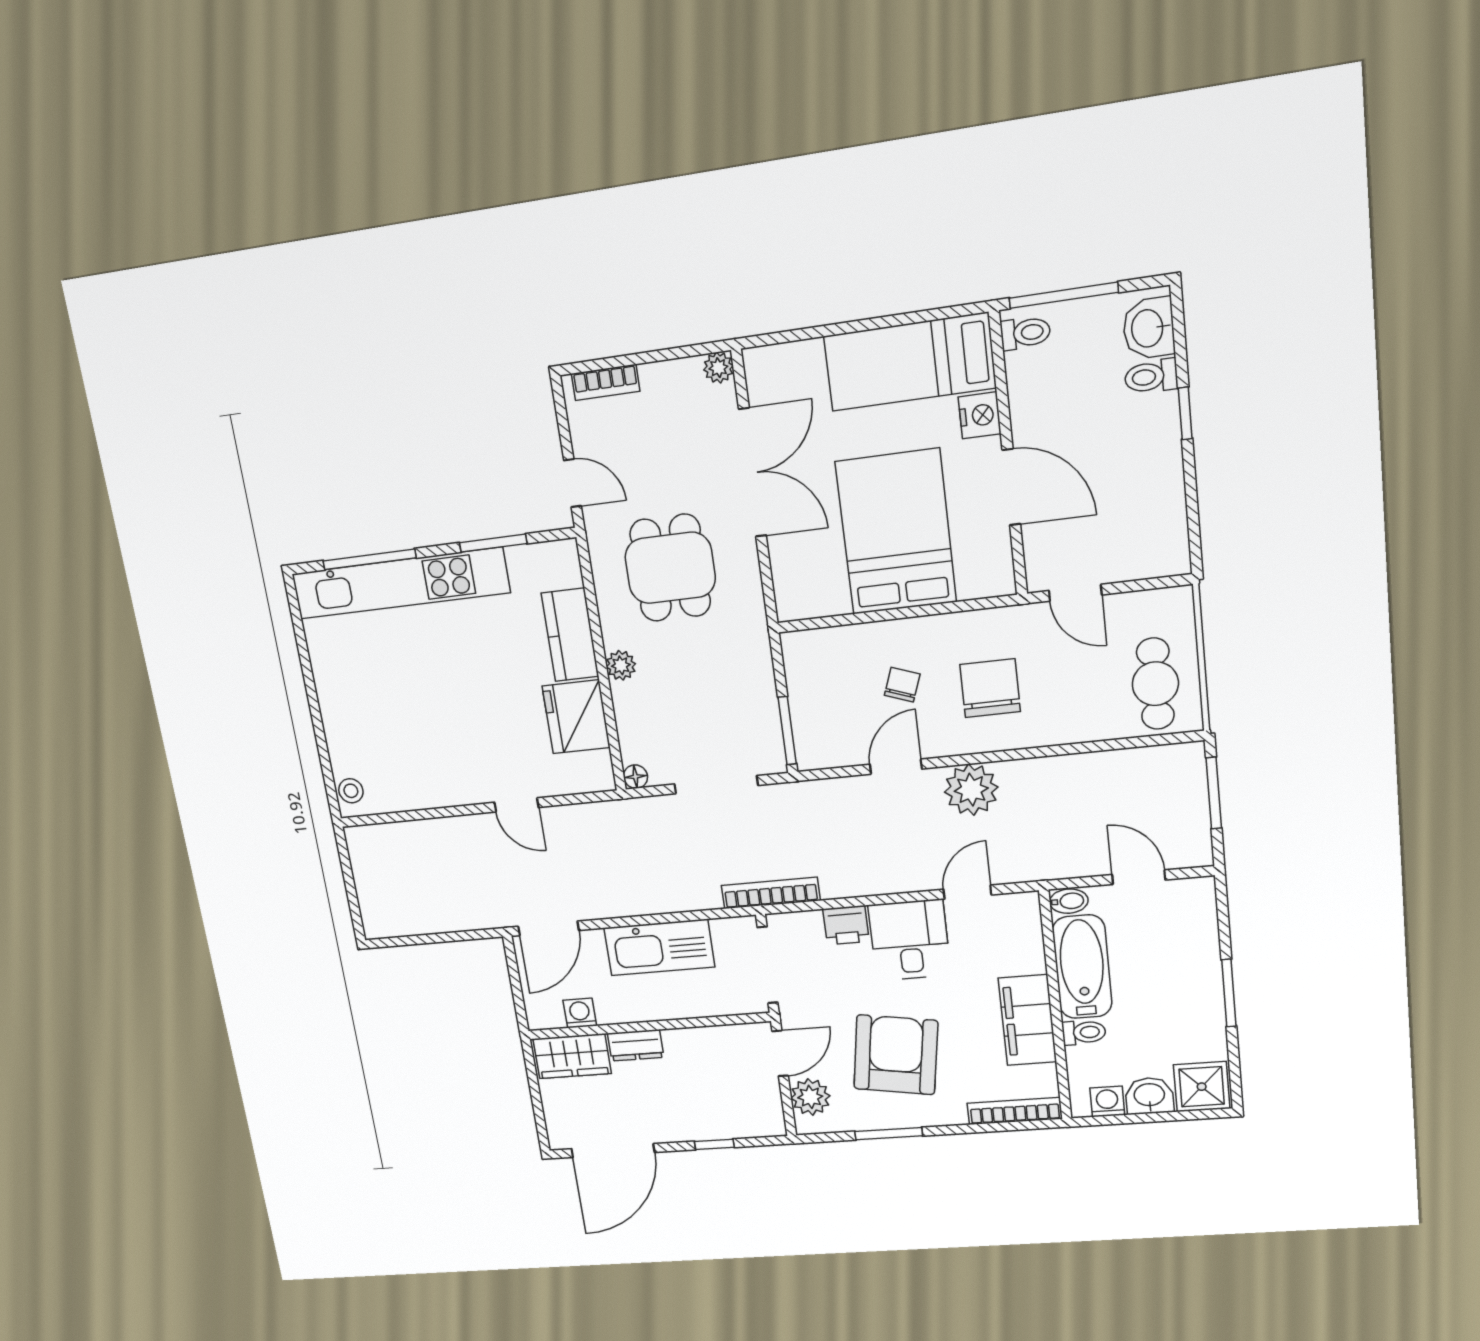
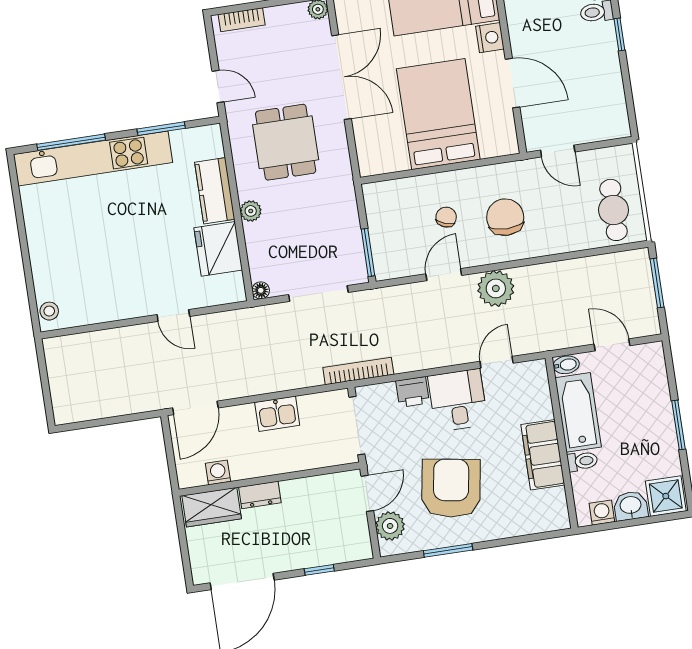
kitchen sink: (659, 947) -> (277, 414), width x0.53, depth x0.81
bookcase: (1015, 1111) -> (537, 525), removed

